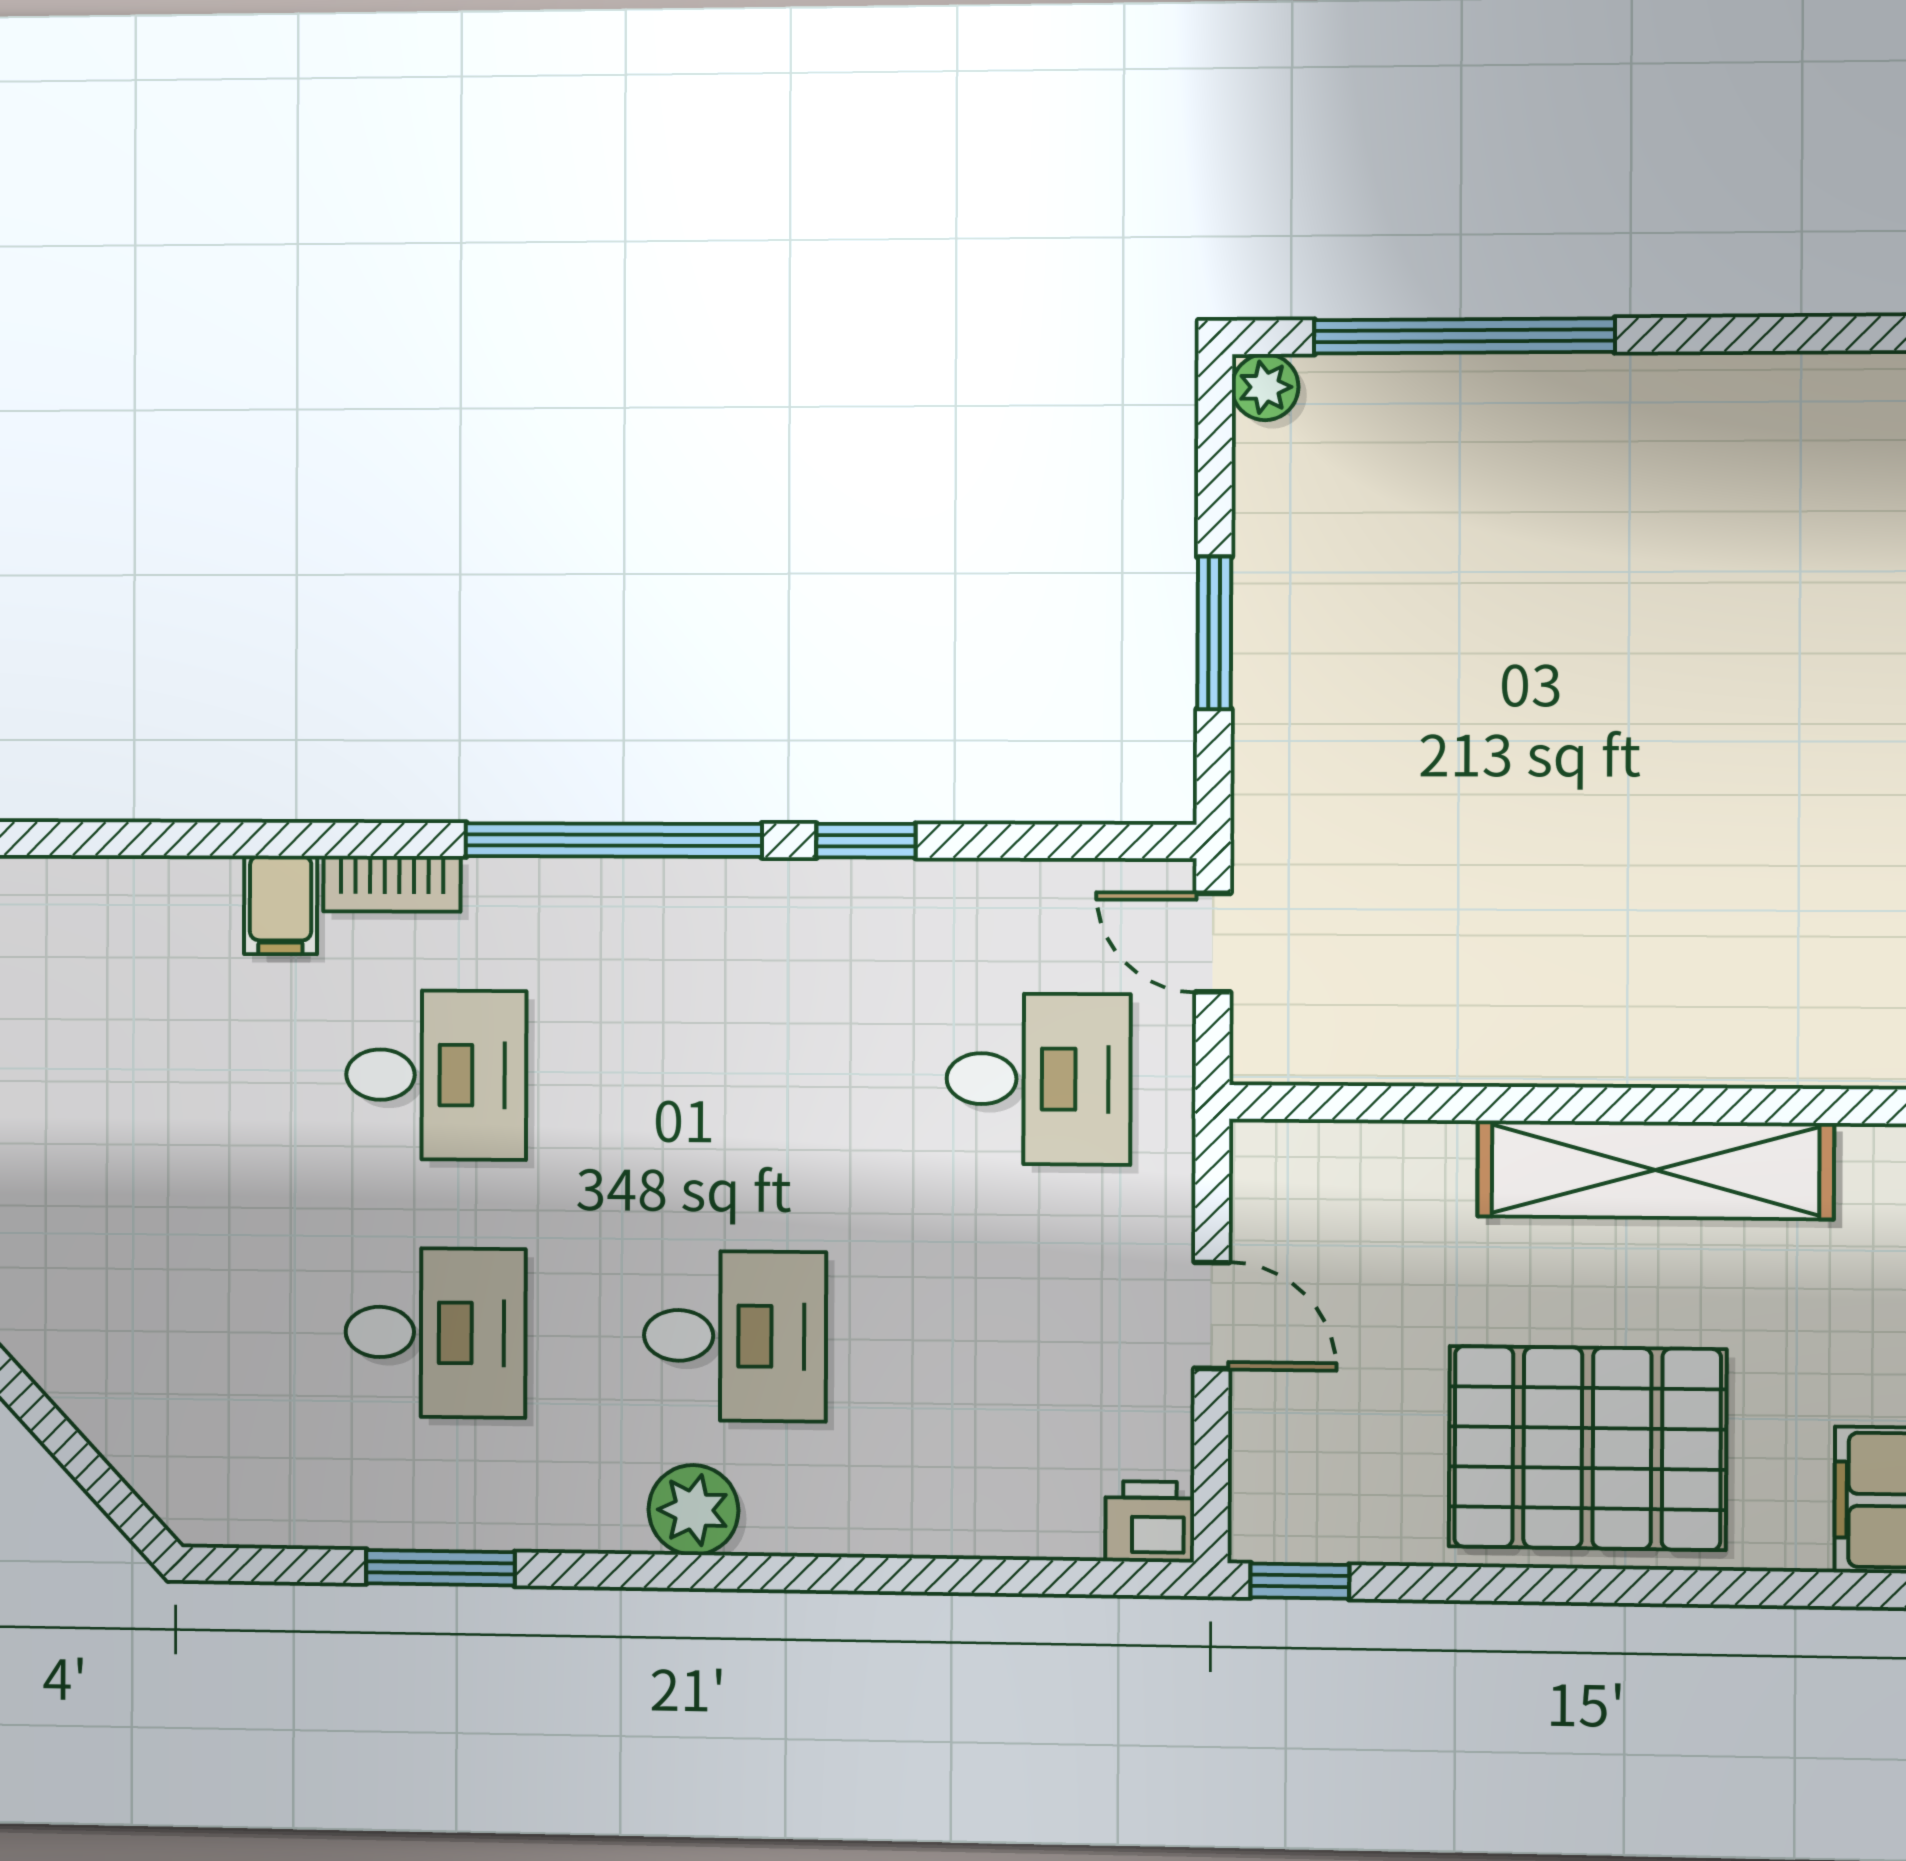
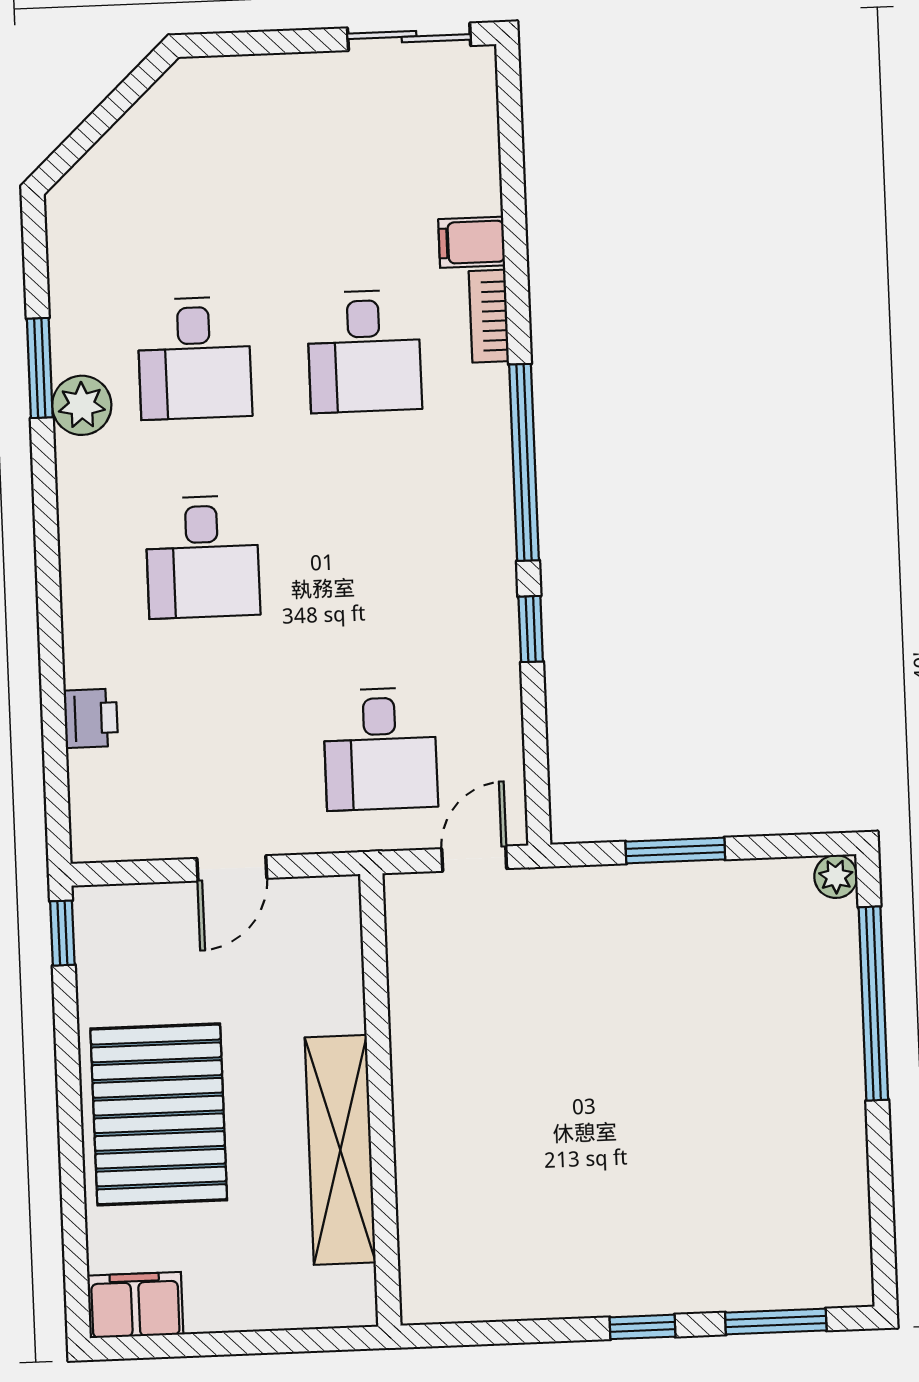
plant: (693, 1510) -> (82, 405), moved
printer: (1150, 1522) -> (91, 718), moved

